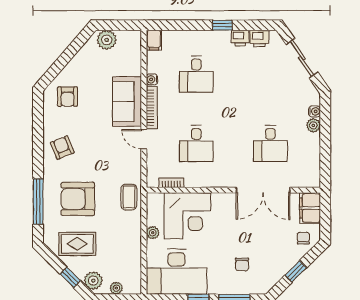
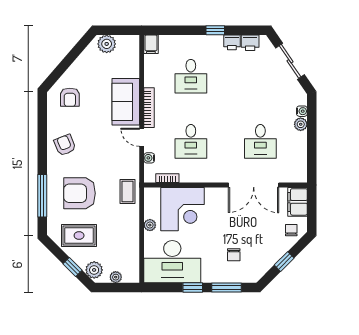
water cooler: (152, 79) -> (149, 158), moved

